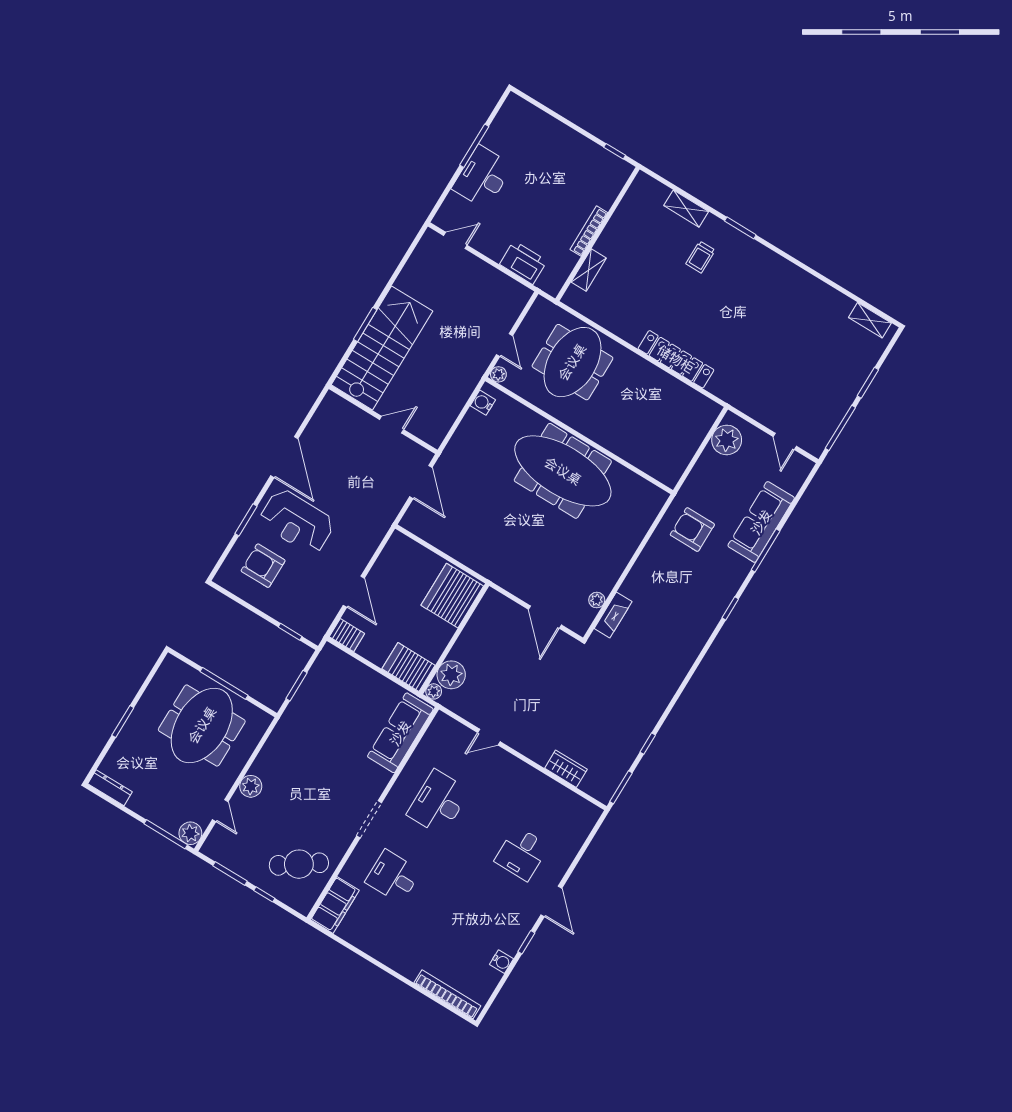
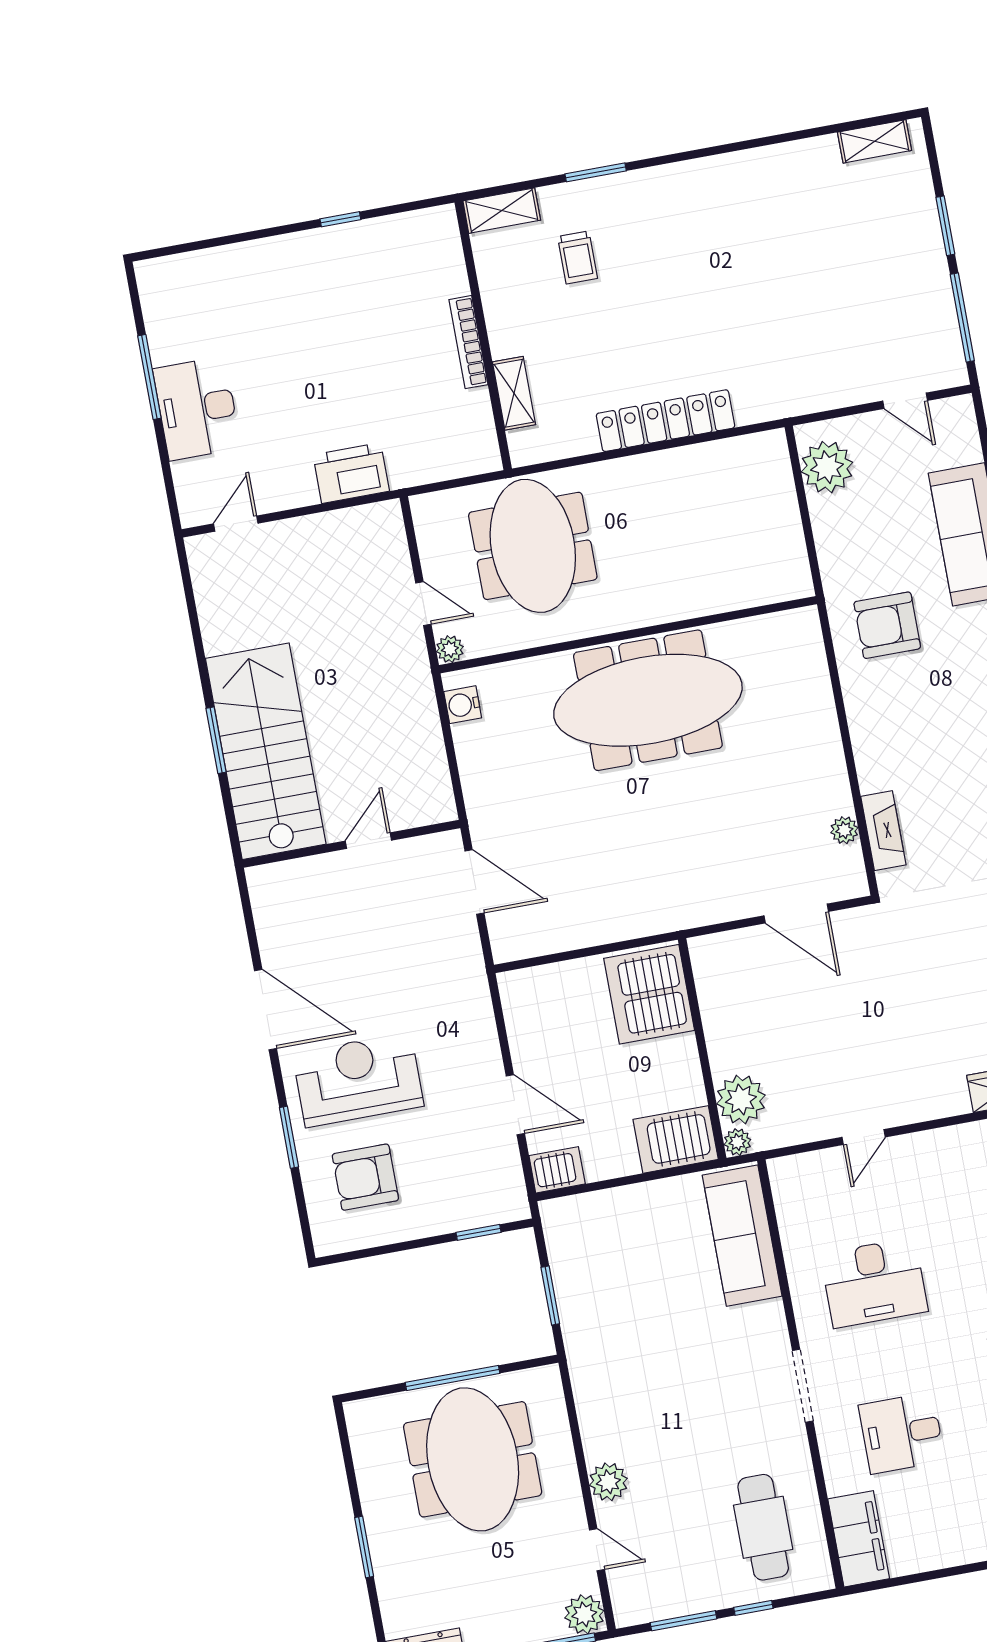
bookcase: (589, 231) -> (468, 342), moved
wall: (598, 234) -> (483, 336), moved
shelving: (589, 270) -> (514, 393), moved
reception desk: (297, 522) -> (358, 1080), turned 180
desk: (438, 803) -> (874, 1283), turned -90
cafe table: (299, 864) -> (763, 1527), turned -55

